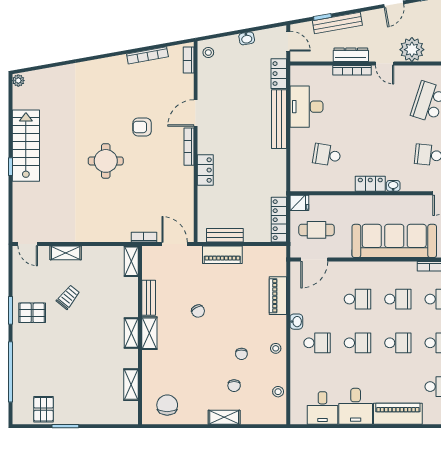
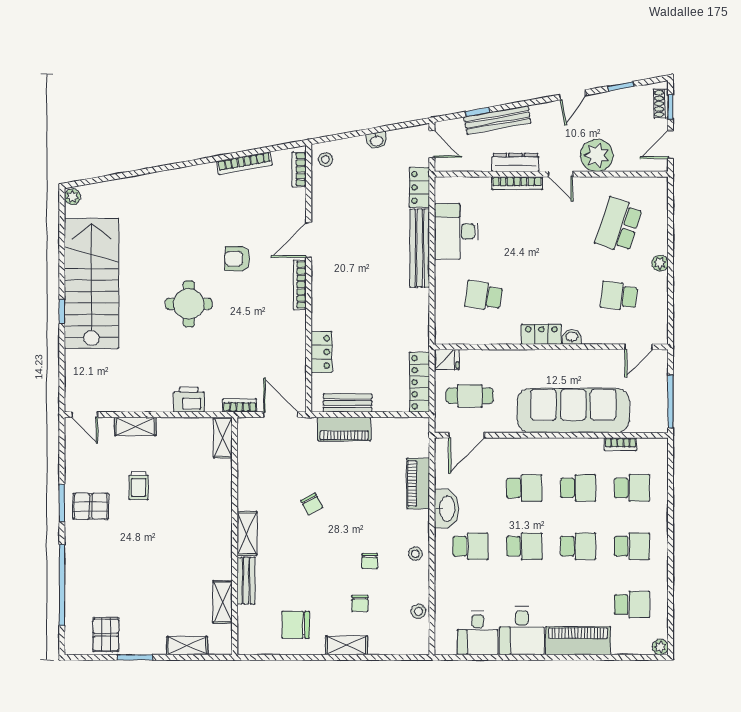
stairs: (26, 146) -> (91, 283), width x1.36, depth x1.51
locker: (205, 170) -> (321, 352), moved
printer: (106, 233) -> (189, 400), added
trolley: (68, 297) -> (139, 485), turned 141
bench: (149, 298) -> (246, 581), moved
washbasin: (296, 322) -> (446, 509), width x1.91, depth x1.45
shelving: (131, 333) -> (187, 646), moved, turned 90
chair: (167, 405) -> (296, 625), moved, turned -90

